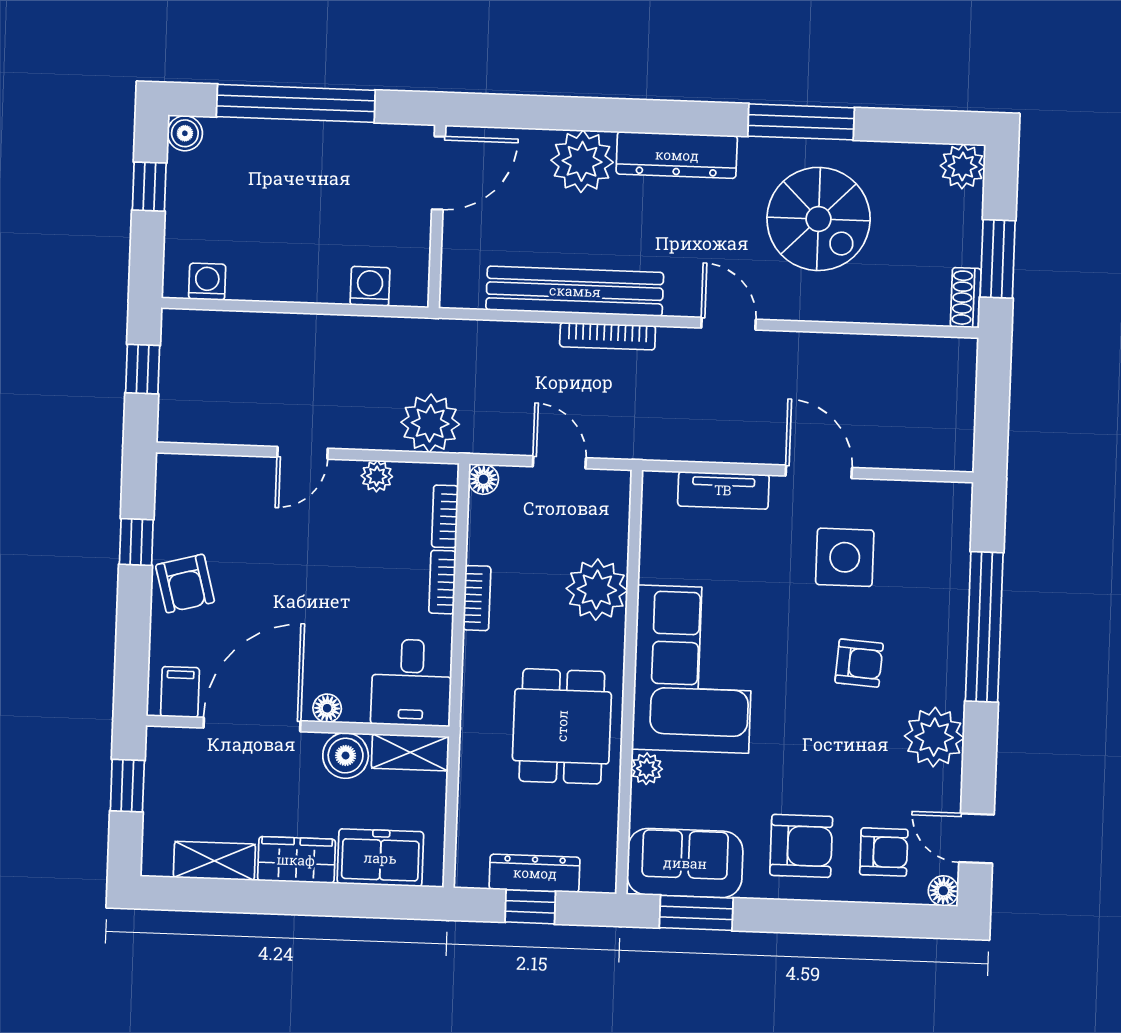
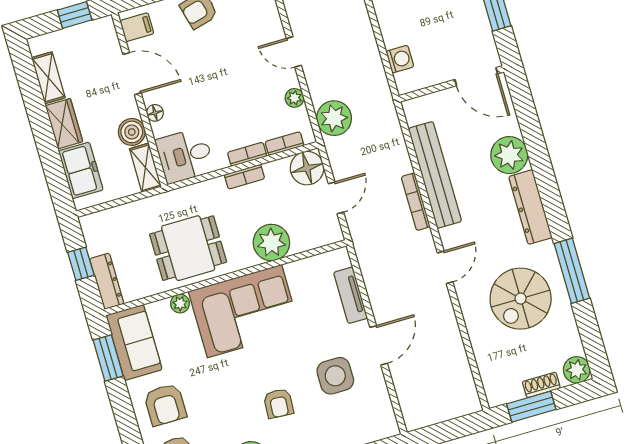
shoe rack: (966, 298) -> (541, 385), moved
floor lamp: (483, 479) -> (307, 168), width x1.89, depth x1.89
door: (252, 724) -> (132, 74), width x0.73
dresser: (535, 873) -> (107, 281), moved

